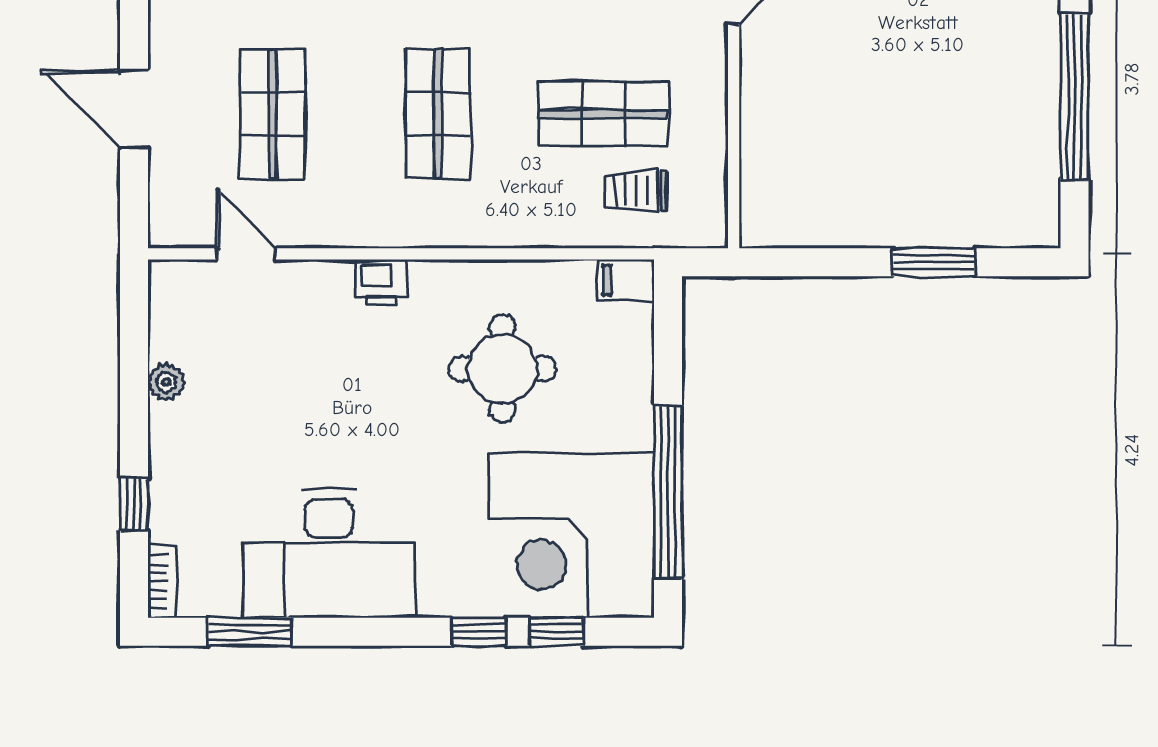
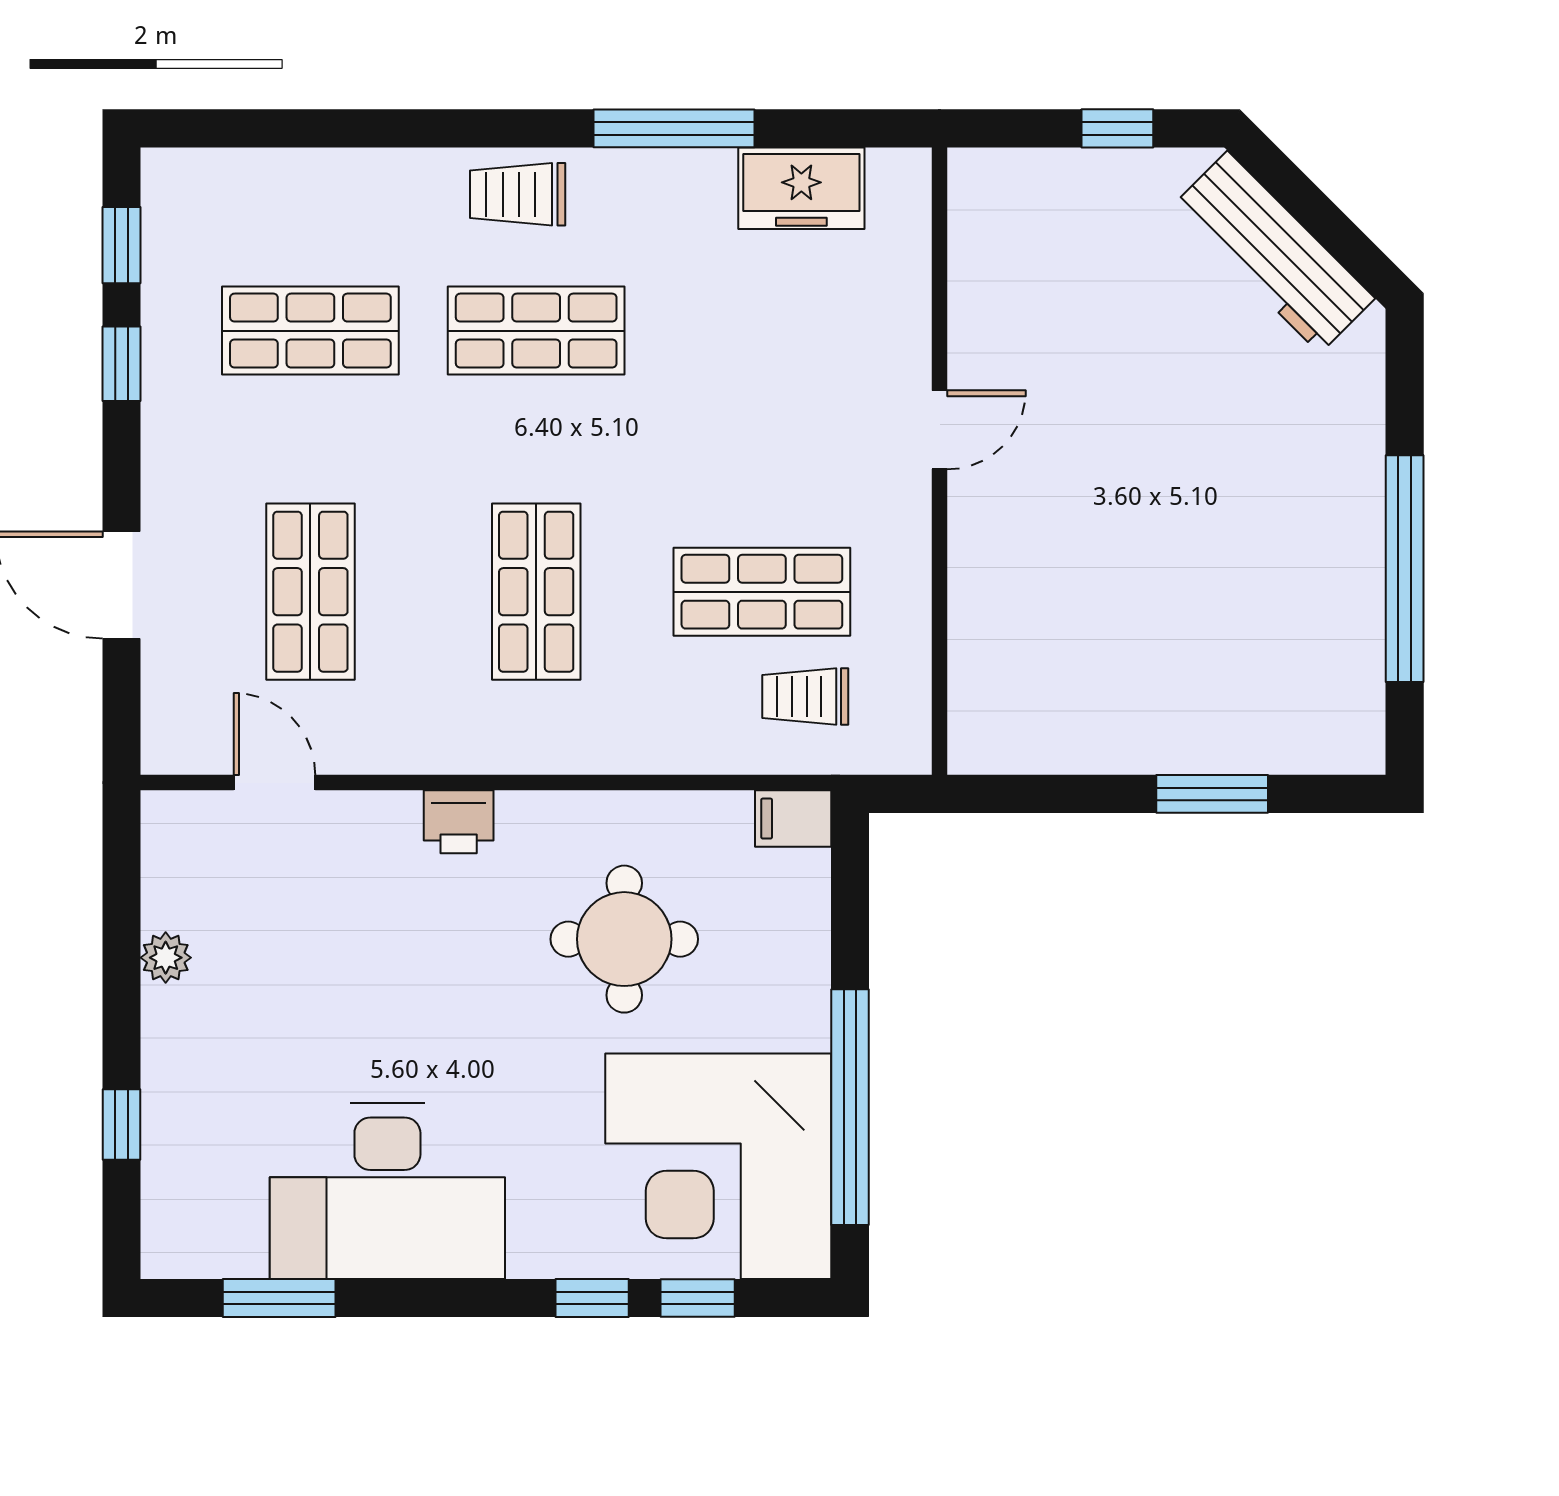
bookcase: (162, 581) -> (160, 1229), removed

